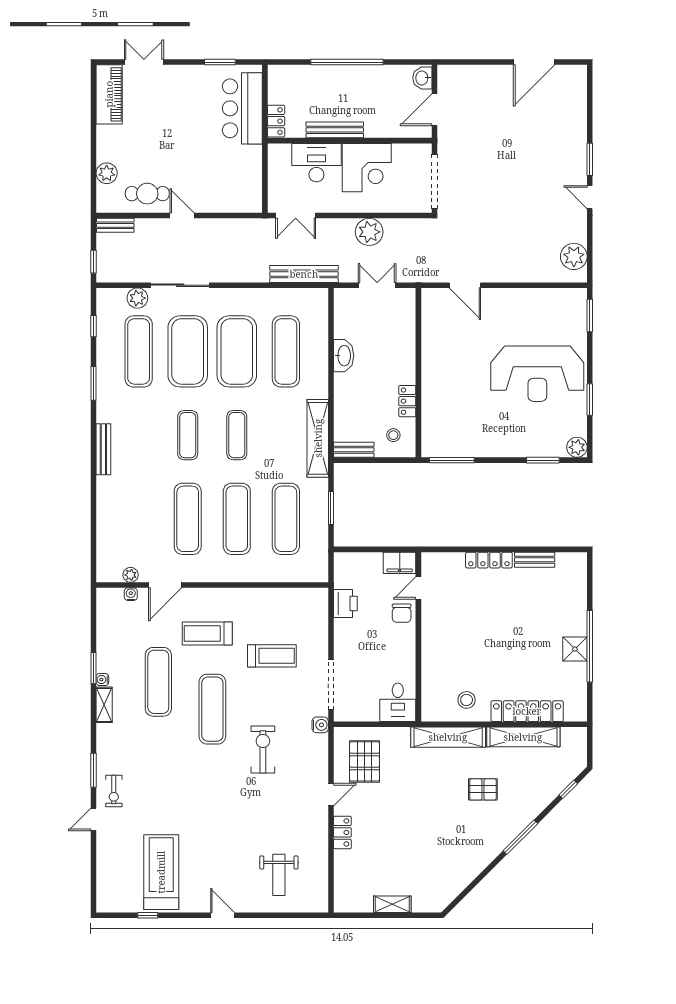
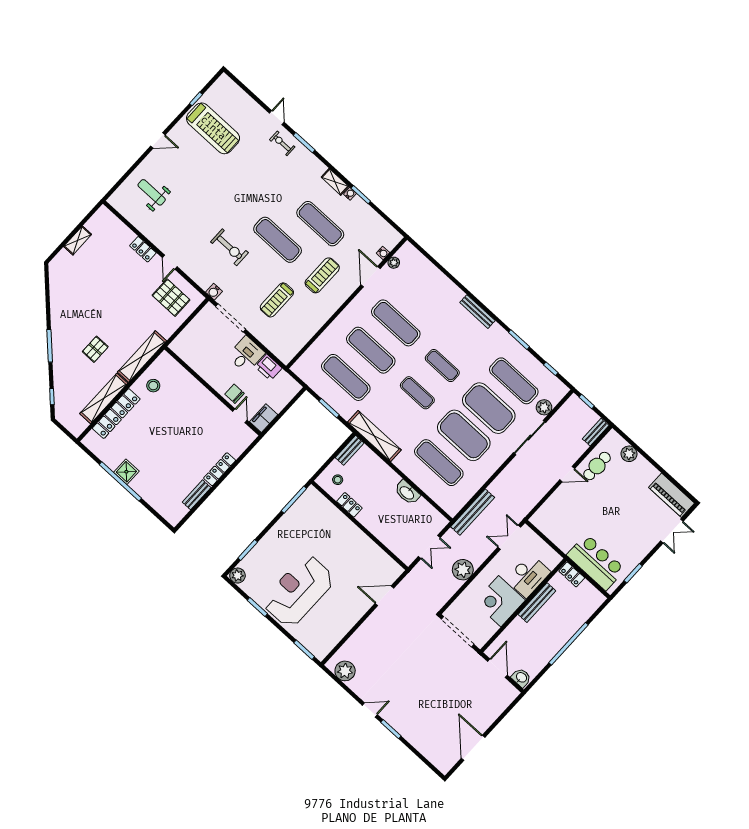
desk: (398, 702) -> (246, 355), moved, turned 90

